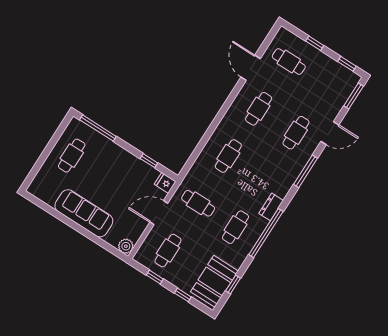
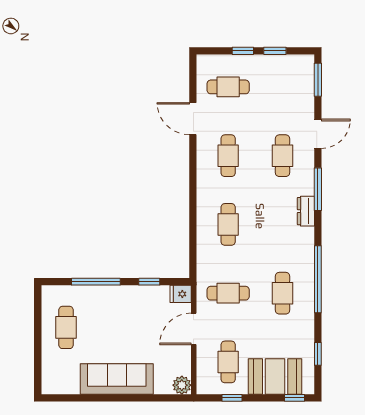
window: (347, 64) -> (275, 51), moved
window: (98, 128) -> (96, 282), moved
dresser: (271, 207) -> (306, 211), moved
booth: (214, 281) -> (275, 377), moved, turned 90
window: (183, 295) -> (294, 398), moved

